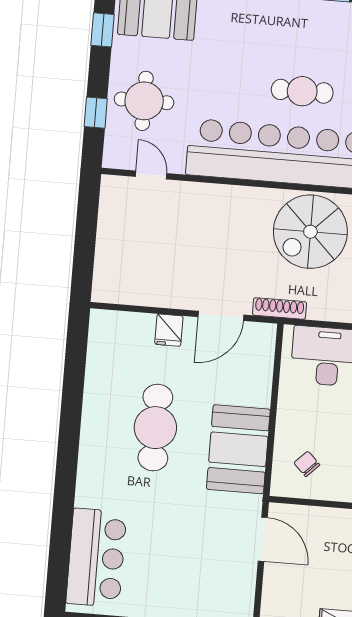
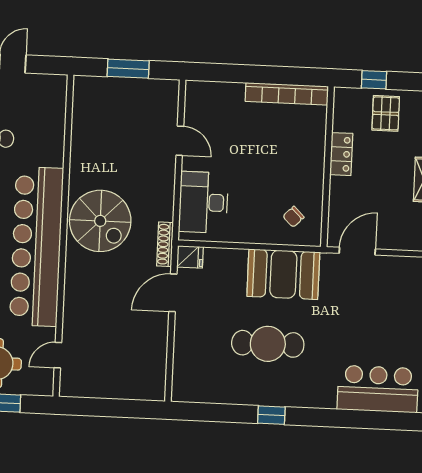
door: (221, 316) -> (173, 293), swing flipped
fridge: (169, 330) -> (190, 257), moved
window: (70, 429) -> (271, 415), added

